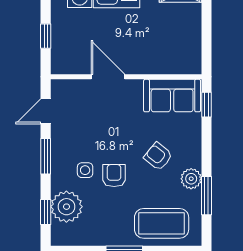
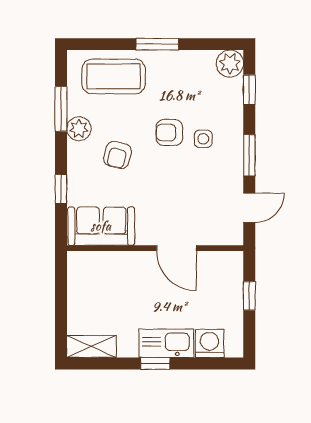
window: (207, 105) -> (61, 189), moved
armchair: (158, 156) -> (117, 155), turned 65
armchair: (114, 176) -> (169, 132), turned 90
plant: (66, 207) -> (230, 64), moved, width x0.73, depth x0.73

